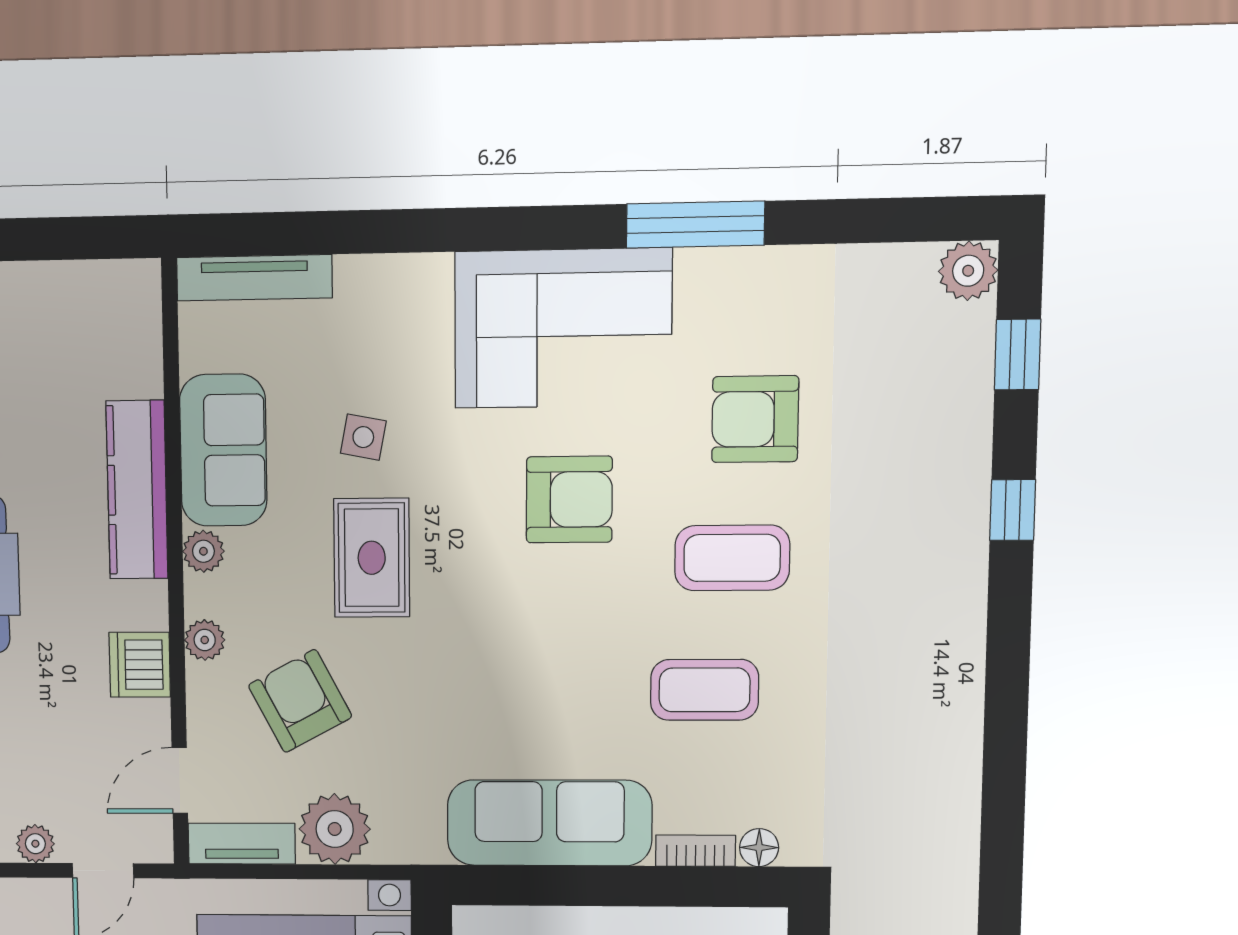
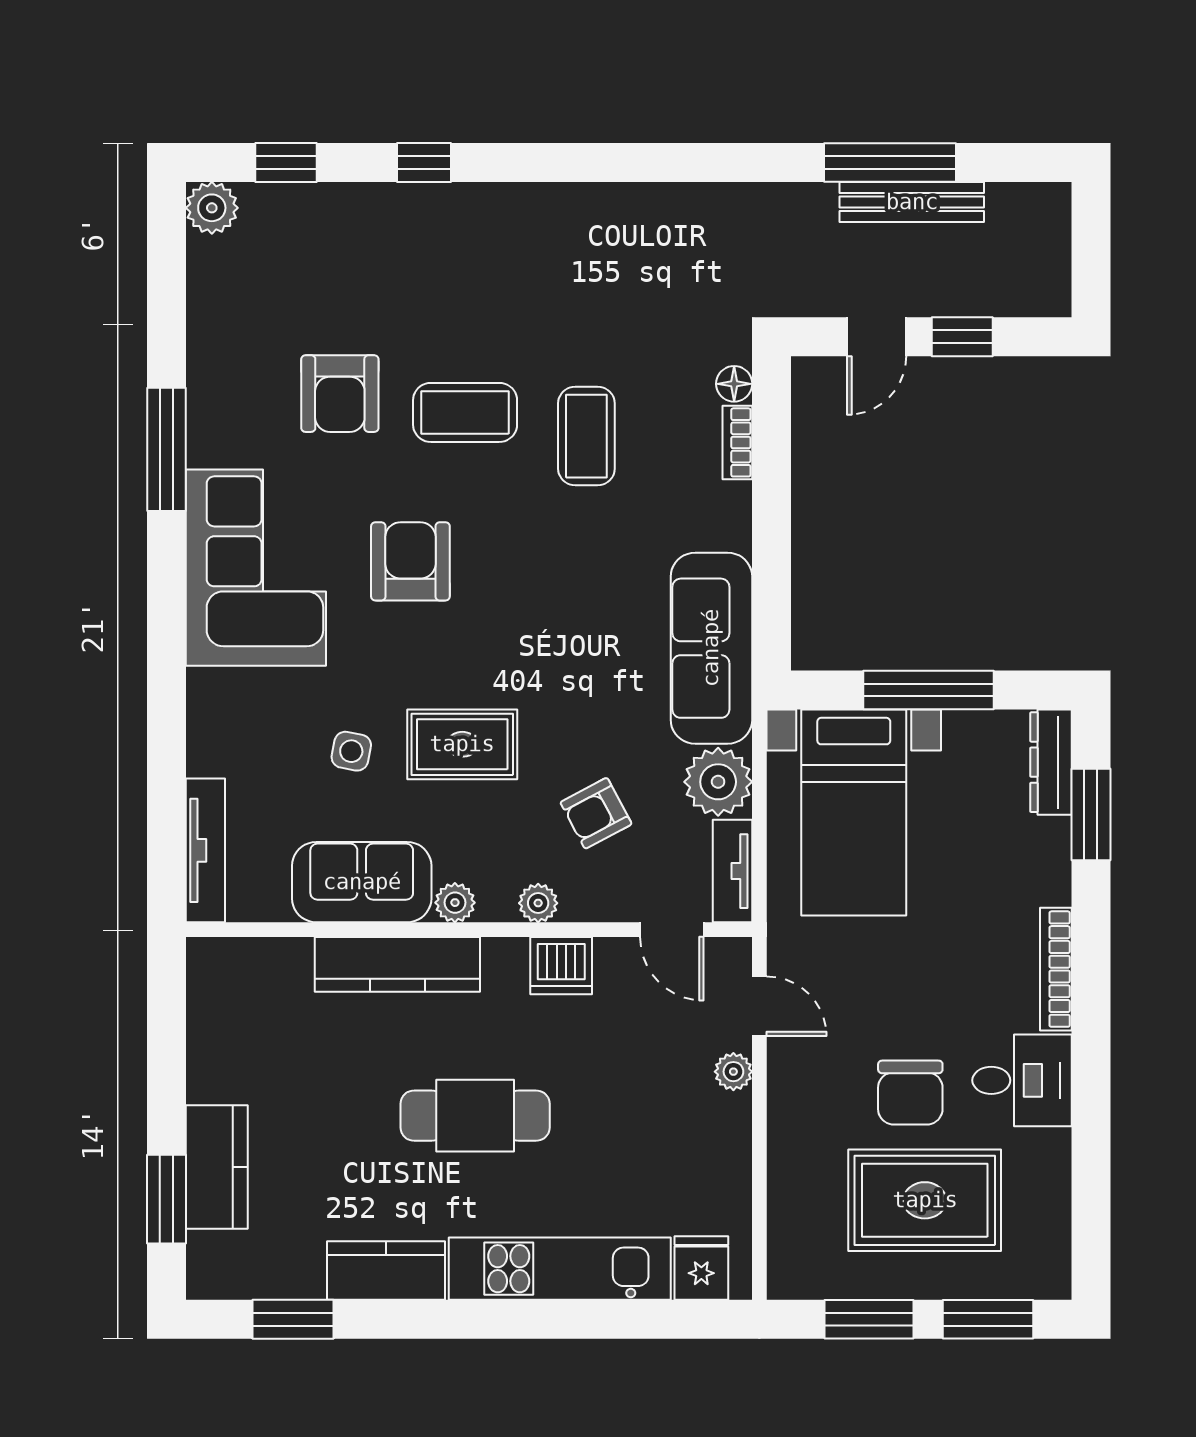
coffee table: (732, 558) -> (465, 412), turned 90
armchair: (300, 701) -> (596, 813), width x0.72, depth x0.72
sofa: (549, 823) -> (711, 648), moved

